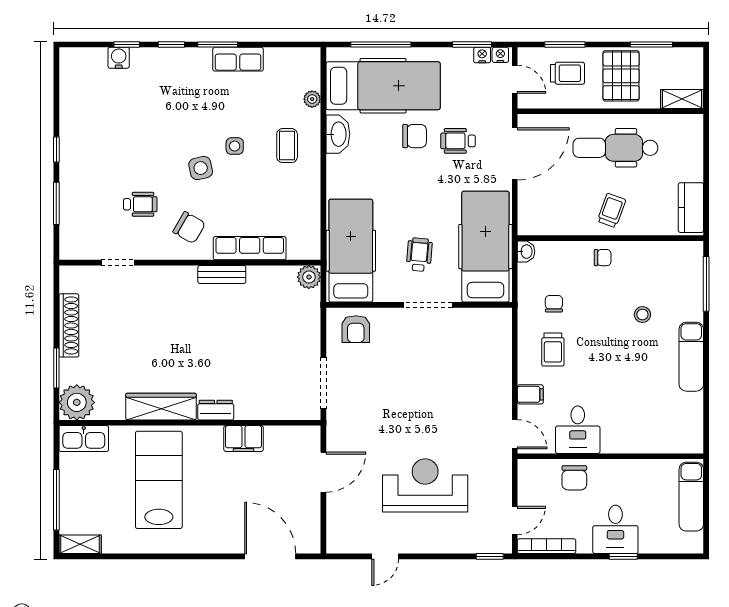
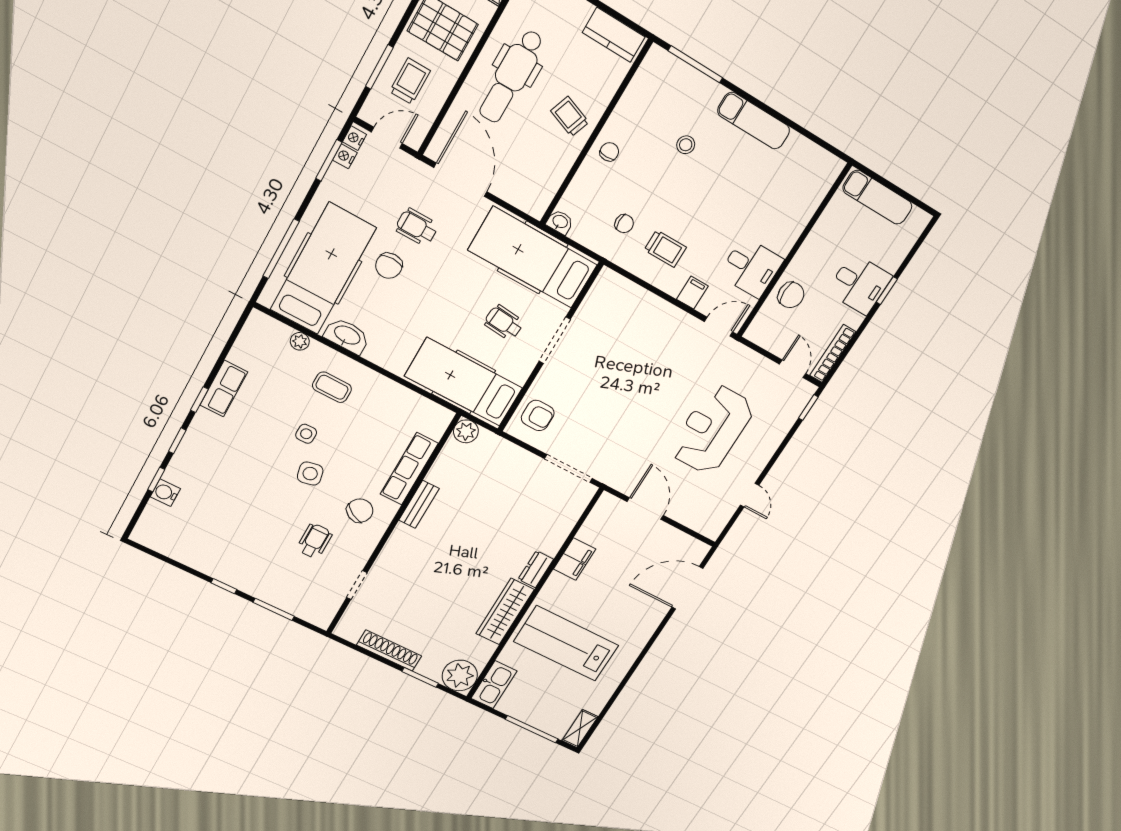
window: (218, 45) -> (199, 400), width x0.67
chair: (415, 136) -> (389, 266), turned 180
wheelchair: (458, 141) -> (417, 227), turned 90
chair: (554, 304) -> (624, 224), turned 180

